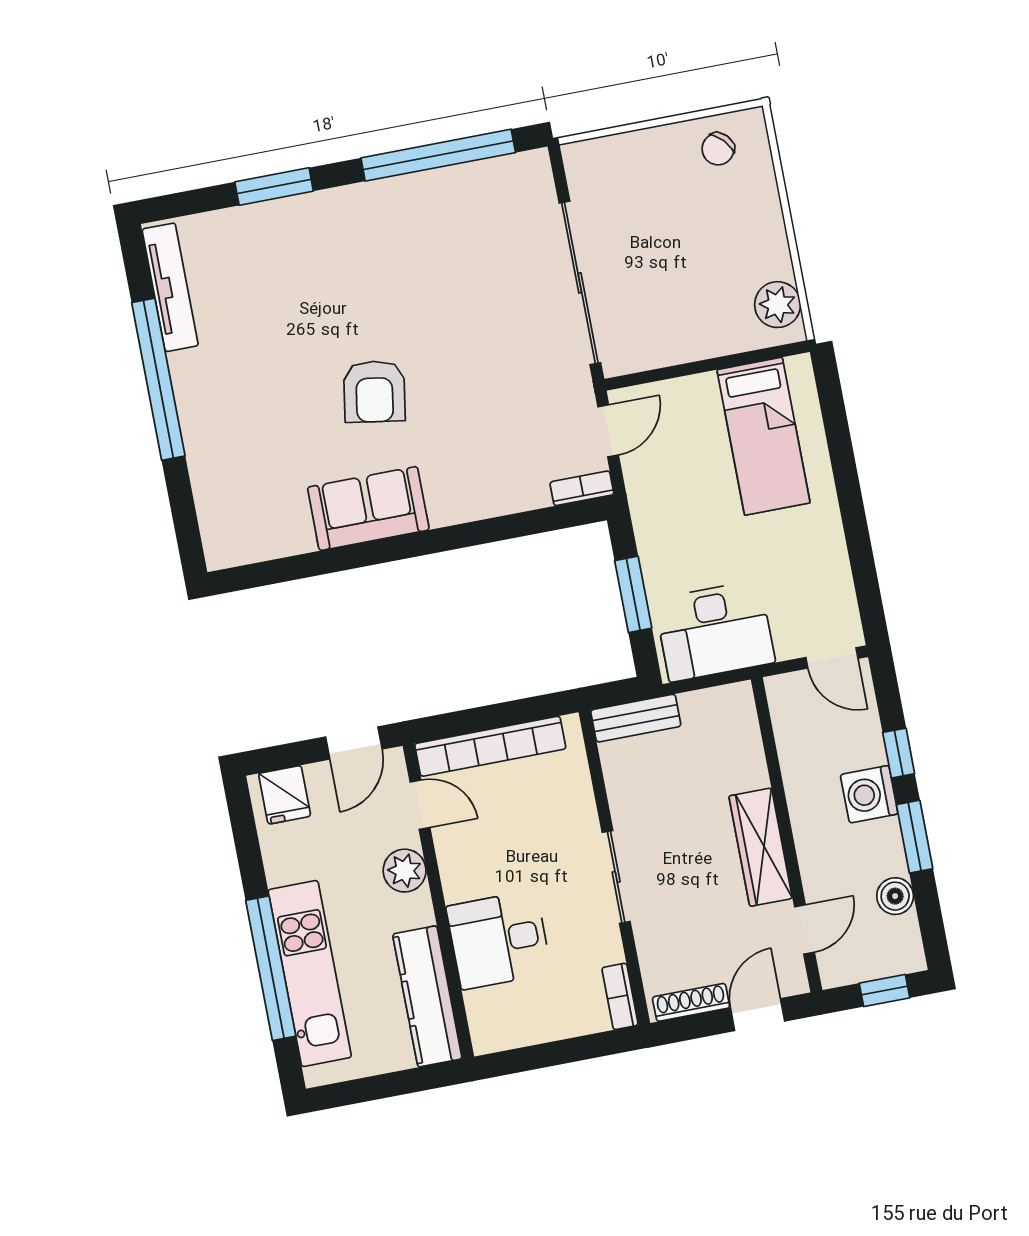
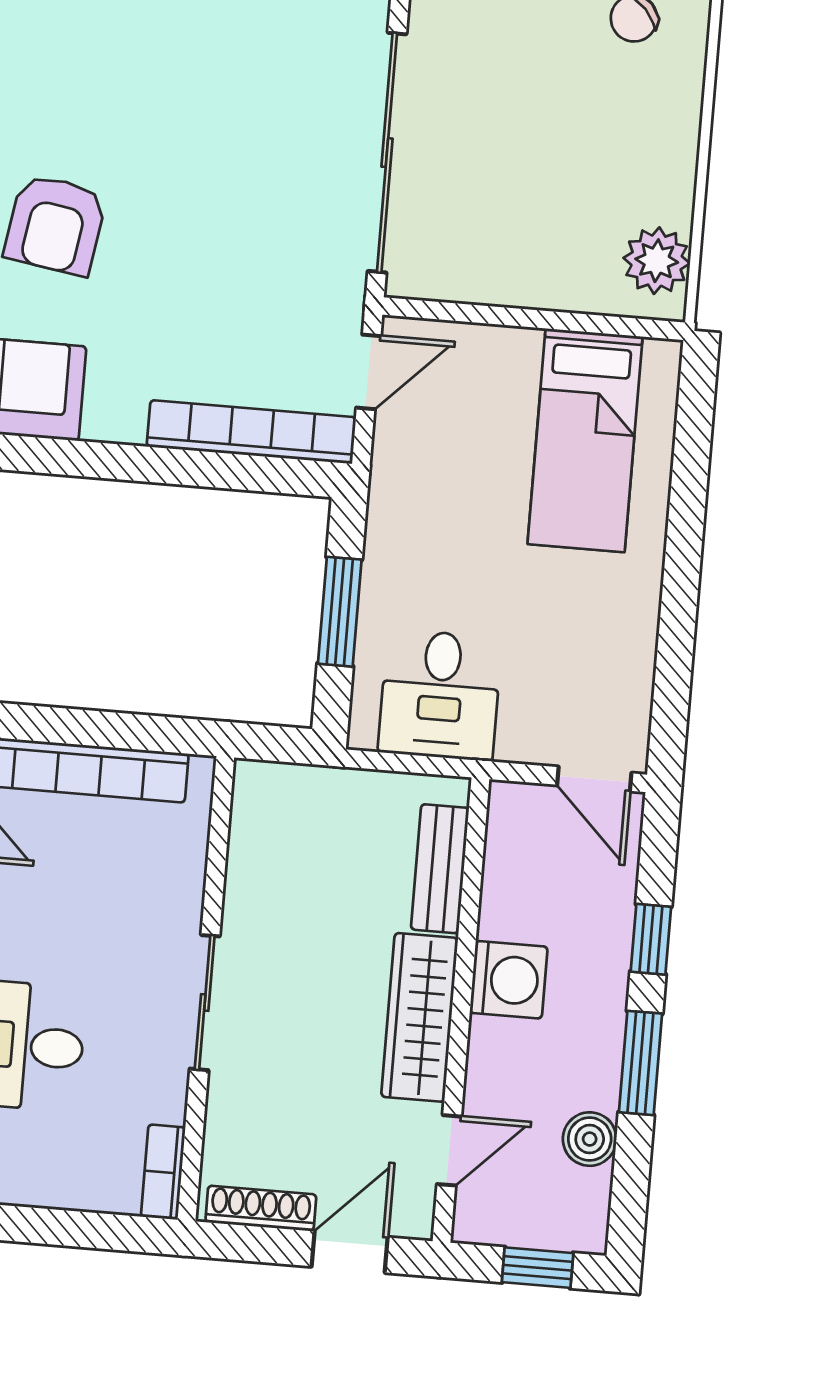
bookcase: (582, 488) -> (251, 432), width x2.31, depth x1.31
desk: (715, 631) -> (440, 695), width x0.73
bench: (636, 718) -> (440, 869), moved, turned 90
washing machine: (869, 794) -> (509, 980), moved, turned 180

